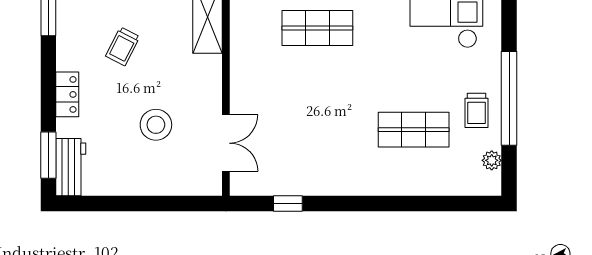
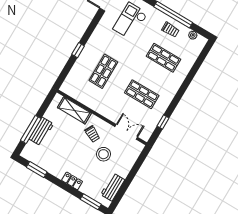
trolley: (123, 46) -> (92, 134), moved
shop shelf: (317, 130) -> (142, 94), added
shop shelf: (414, 130) -> (164, 58), turned 90
workbench: (71, 167) -> (113, 187), moved, turned -90

